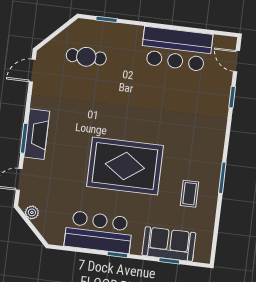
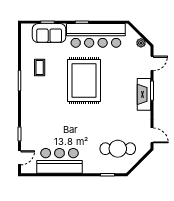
cafe table: (86, 57) -> (118, 149), width x1.37, depth x1.35
door: (236, 61) -> (19, 158), hinge flipped
door: (32, 71) -> (152, 135), hinge flipped
rug: (125, 166) -> (84, 81), turned 90
bar counter: (99, 232) -> (96, 35), width x1.36

